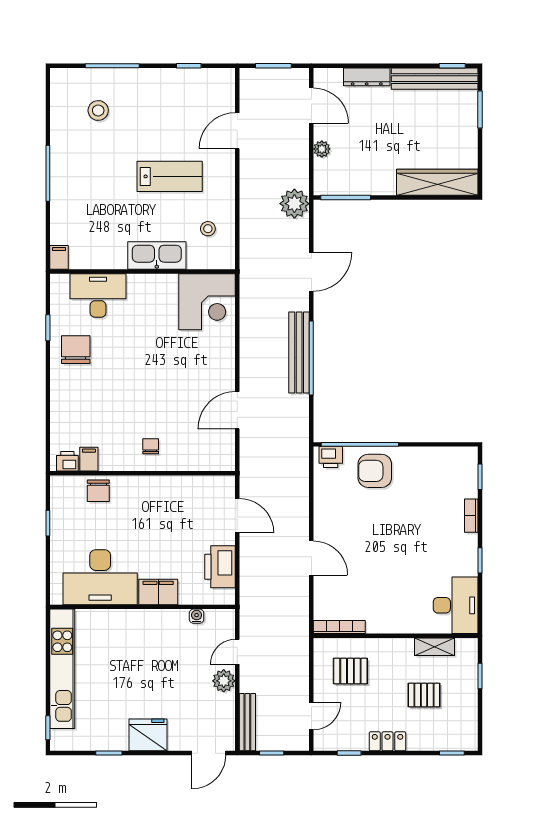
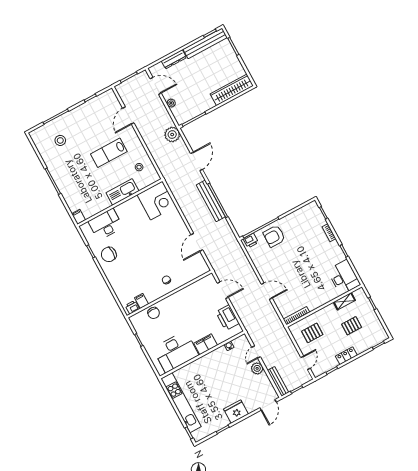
lab bench: (170, 176) -> (109, 153), turned 180
chair: (76, 350) -> (109, 254), turned -90

